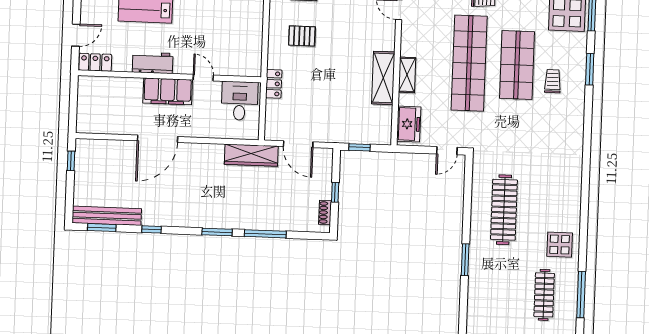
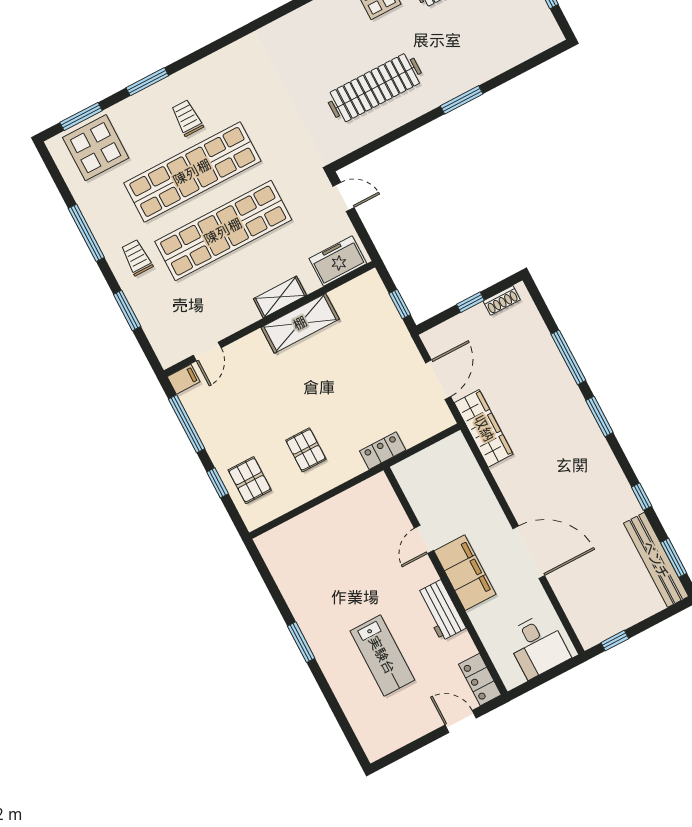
shop shelf: (517, 65) -> (192, 172), width x1.40
trolley: (553, 81) -> (187, 118), turned 90
desk: (240, 101) -> (538, 646), moved, turned -90

